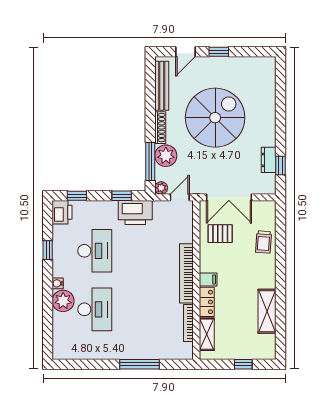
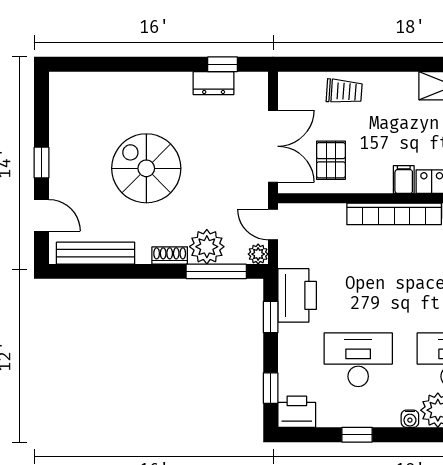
spiral stairs: (215, 118) -> (146, 168), width x0.73, depth x0.73
shoe rack: (160, 128) -> (170, 255), width x0.70

